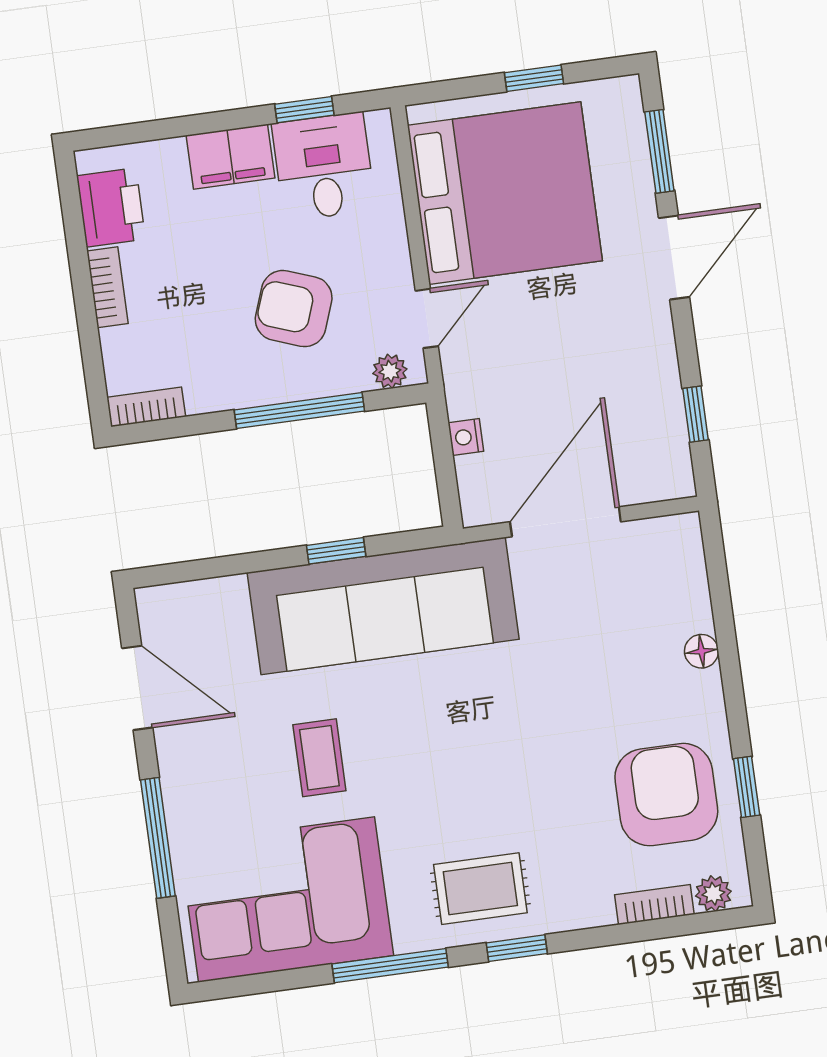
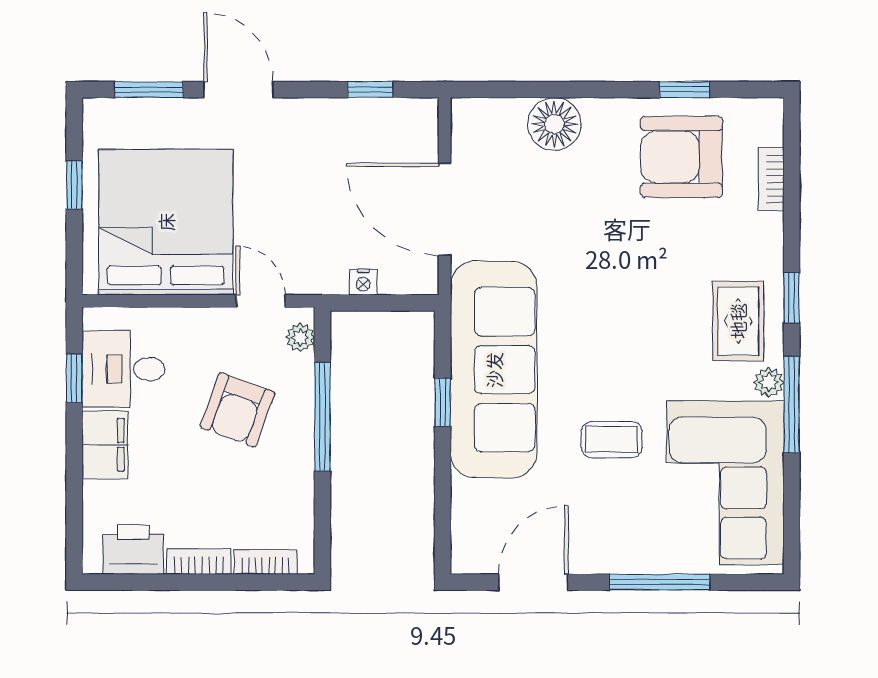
bookcase: (146, 407) -> (266, 562), moved, turned 90
floor lamp: (701, 651) -> (555, 124), width x1.89, depth x1.89
plant: (713, 894) -> (769, 382), moved

